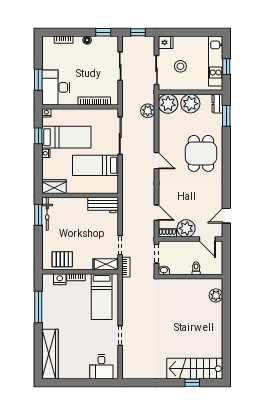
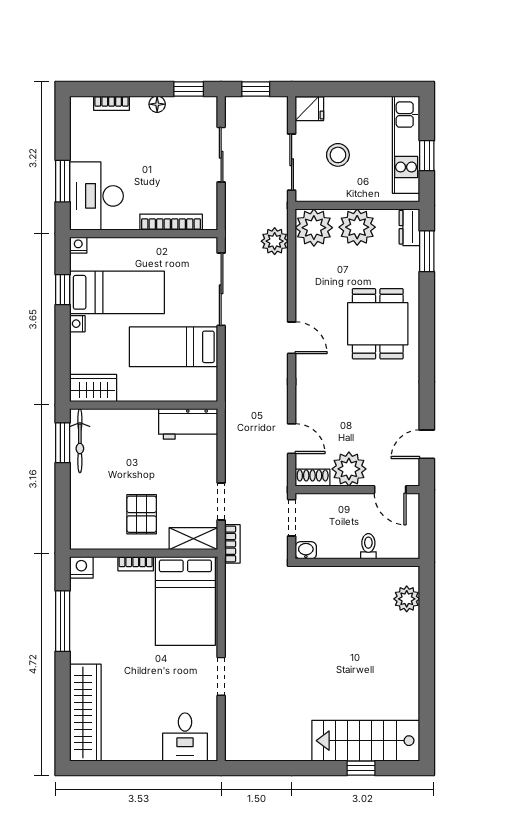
pallet: (62, 259) -> (142, 514), moved, turned 90
nightstand: (60, 279) -> (81, 567), moved
bed: (102, 297) -> (185, 601), width x1.50

